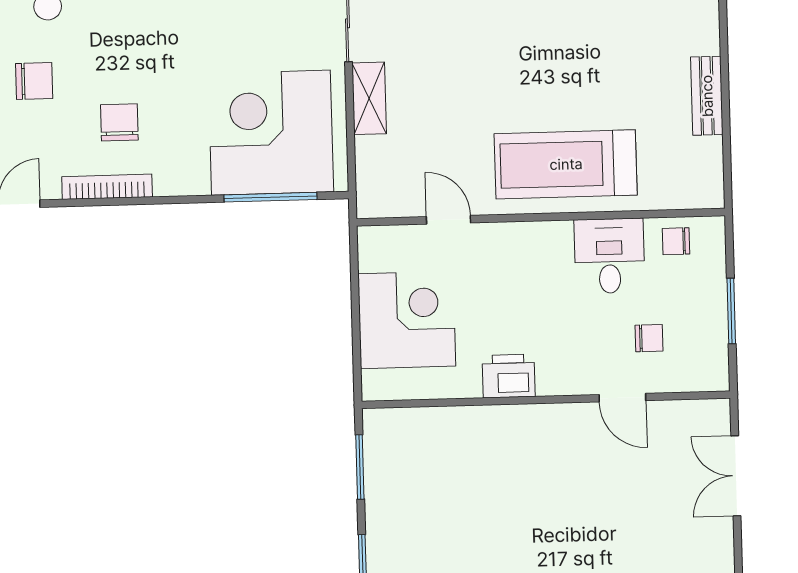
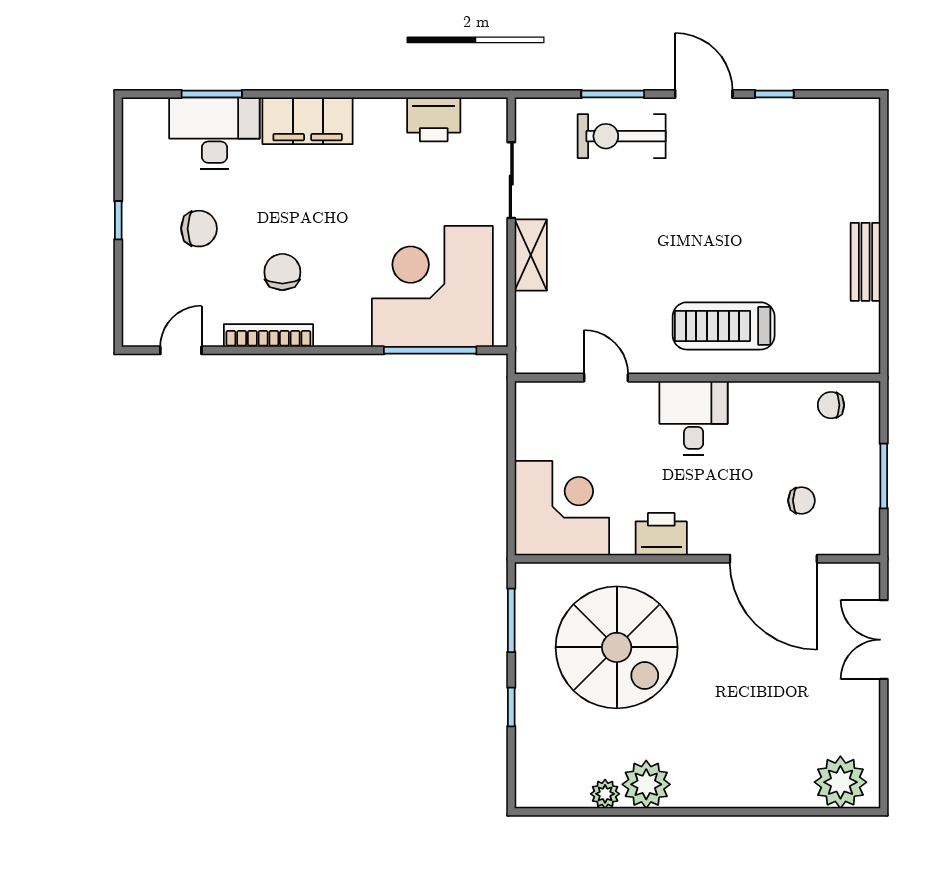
treadmill: (566, 164) -> (724, 326), width x0.73, depth x0.73
desk: (609, 256) -> (694, 418), moved
corner desk: (407, 320) -> (562, 508), moved
door: (622, 398) -> (773, 559), width x1.87
spiral stairs: (467, 491) -> (617, 647), added

